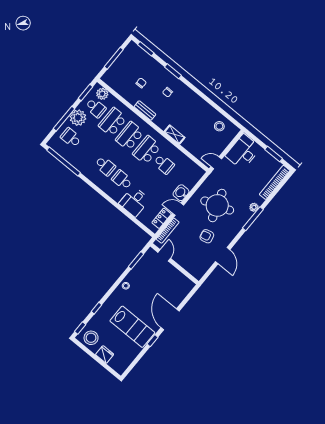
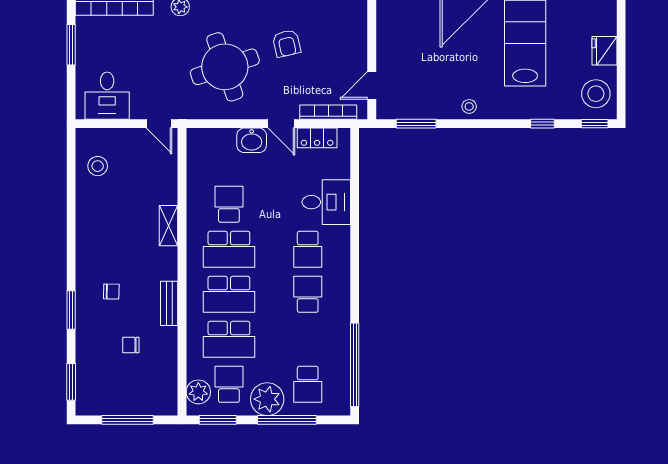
desk: (243, 152) -> (107, 96), width x0.73

